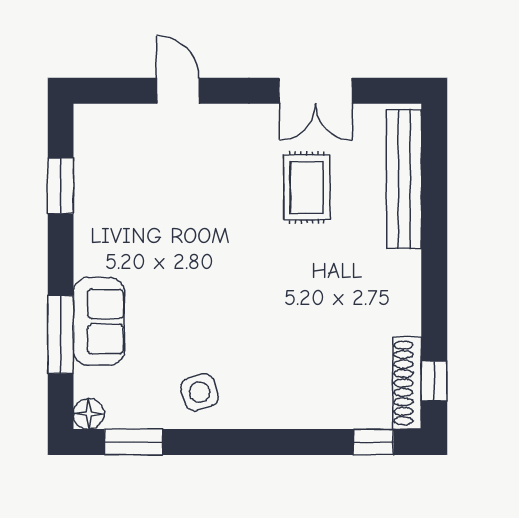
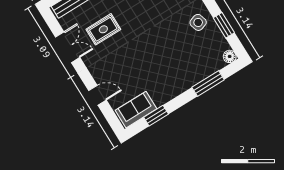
door: (178, 91) -> (97, 95), swing flipped
sofa: (99, 321) -> (136, 110), moved
window: (134, 442) -> (224, 25), moved

